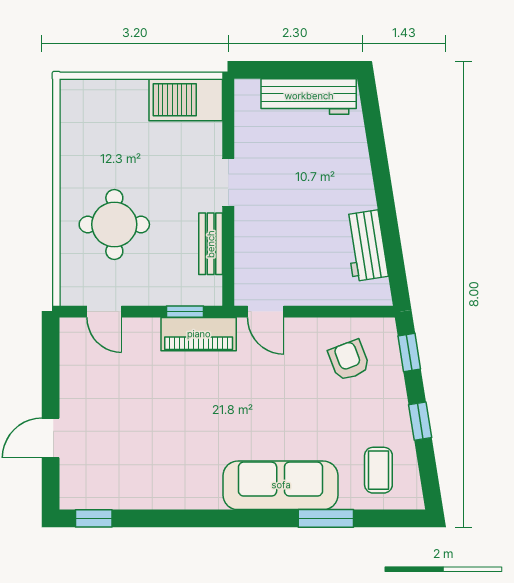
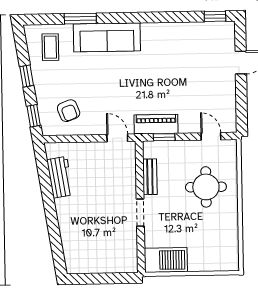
workbench: (309, 96) -> (95, 263), removed

